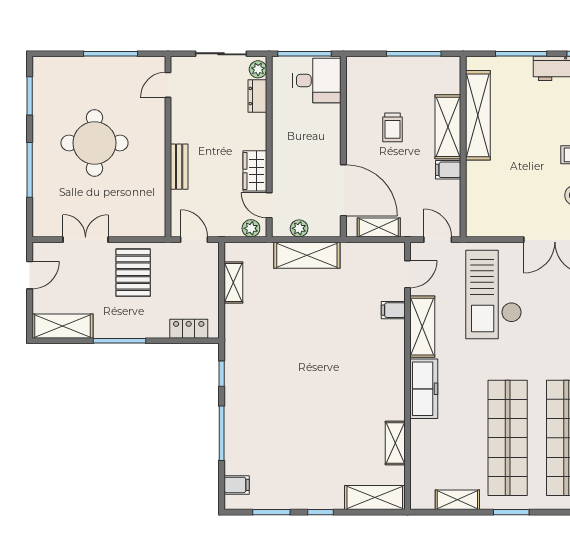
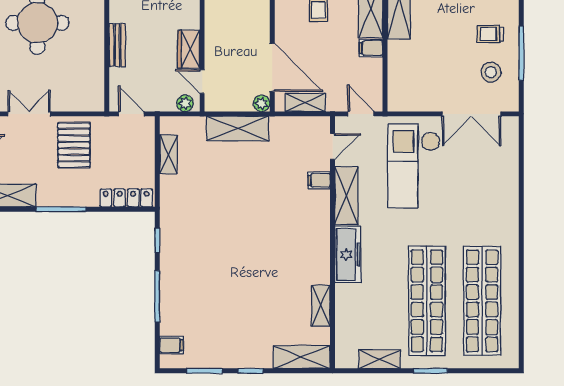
plant: (299, 228) -> (262, 103), moved
locker: (189, 329) -> (126, 198), width x1.53

